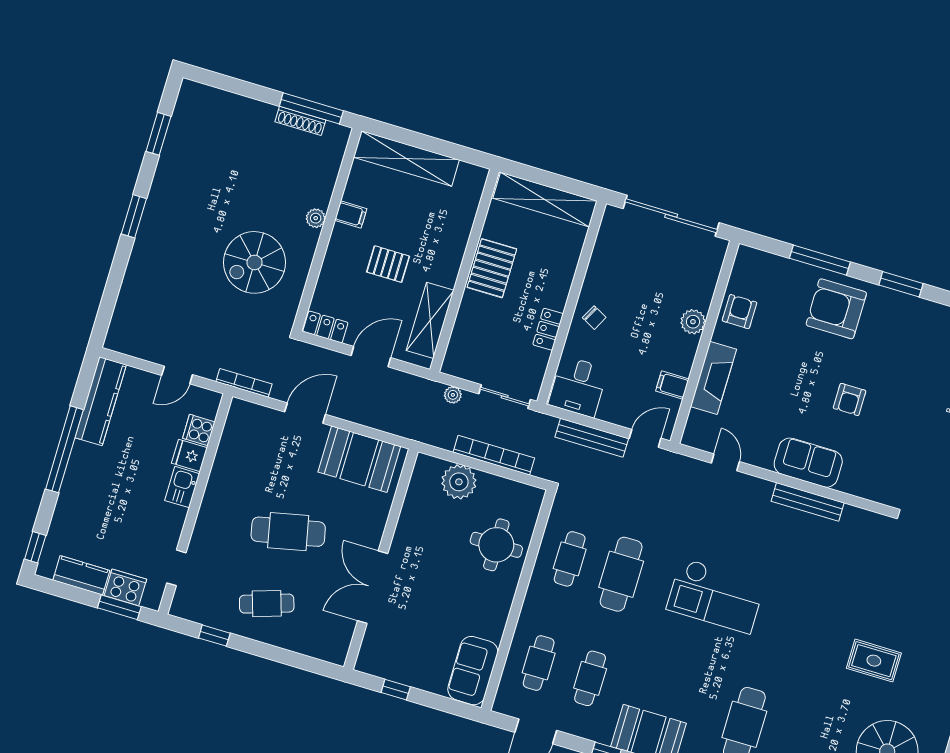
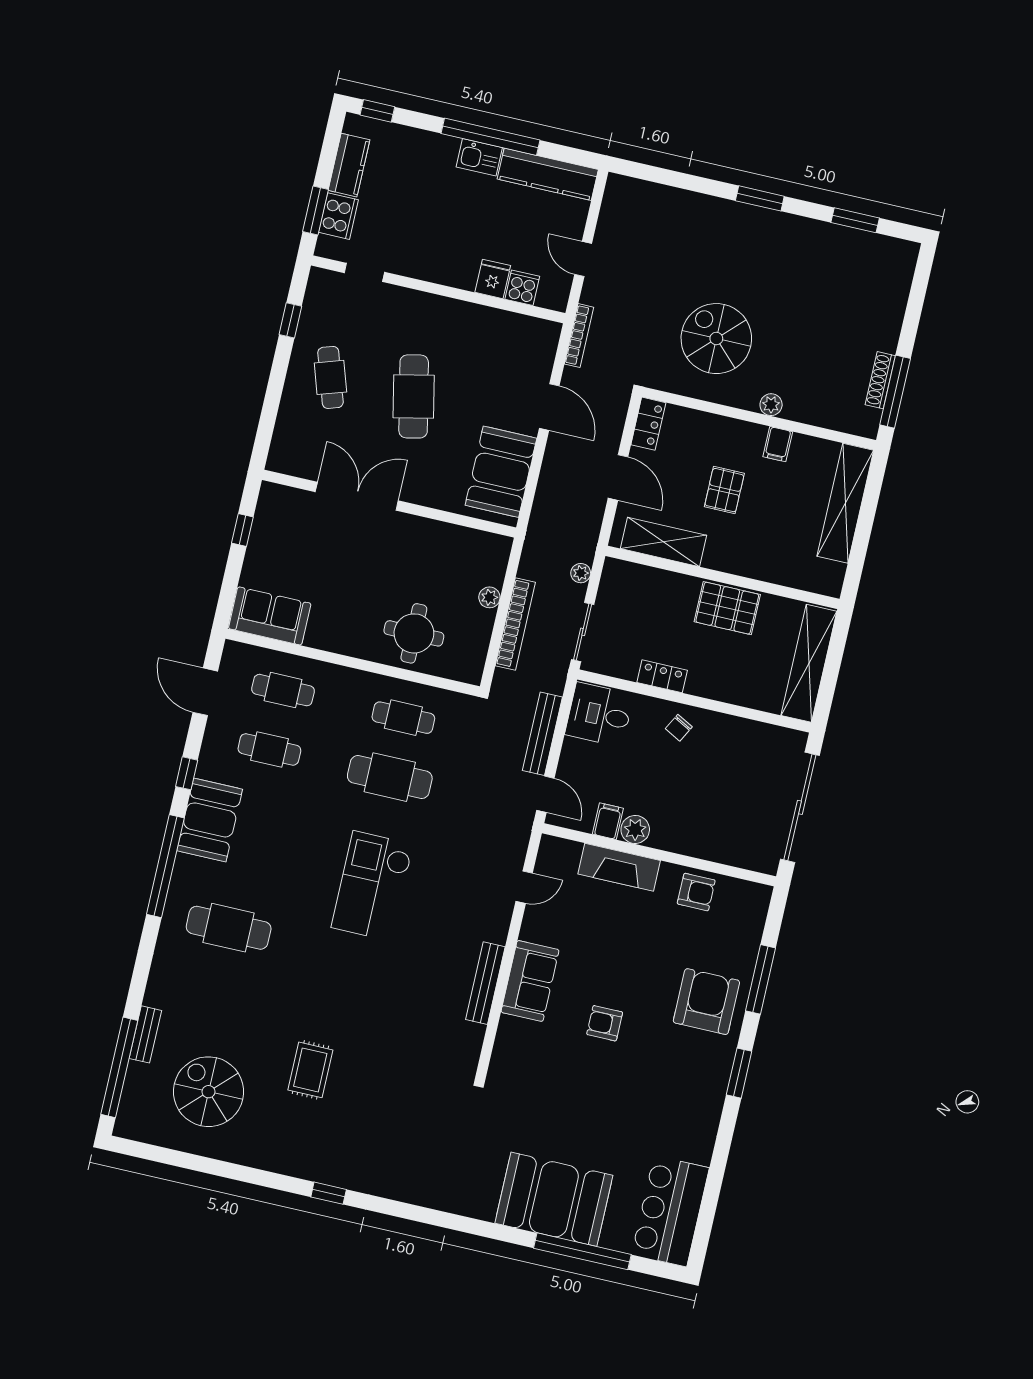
plant: (693, 322) -> (635, 829), moved
plant: (459, 482) -> (489, 597), width x0.53, depth x0.53
kitchen sink: (182, 487) -> (479, 157), moved, turned 180

